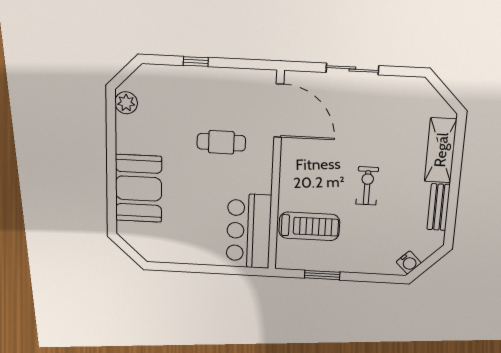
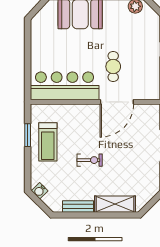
door: (279, 111) -> (117, 102), moved
treadmill: (309, 226) -> (48, 142), moved
bar counter: (249, 231) -> (65, 86), width x1.36

